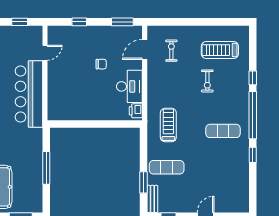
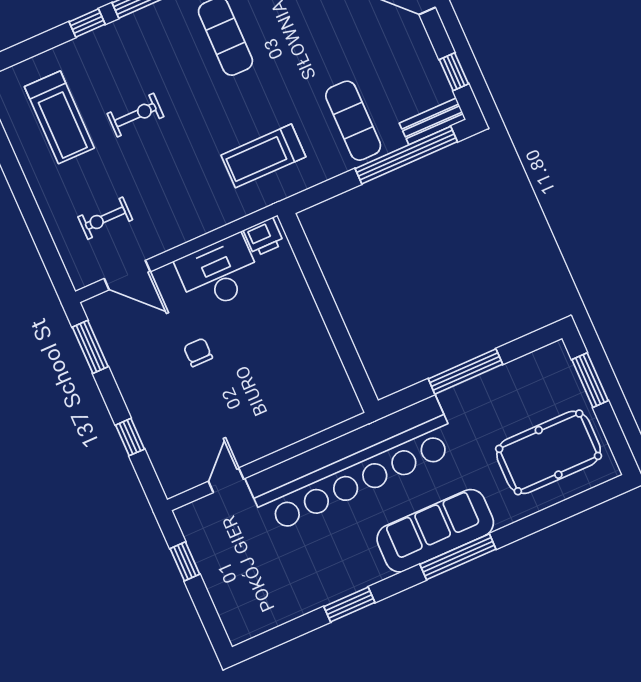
door: (45, 53) -> (226, 480), hinge flipped
bar counter: (29, 94) -> (352, 464), width x1.36
window: (143, 182) -> (406, 155), width x2.11

